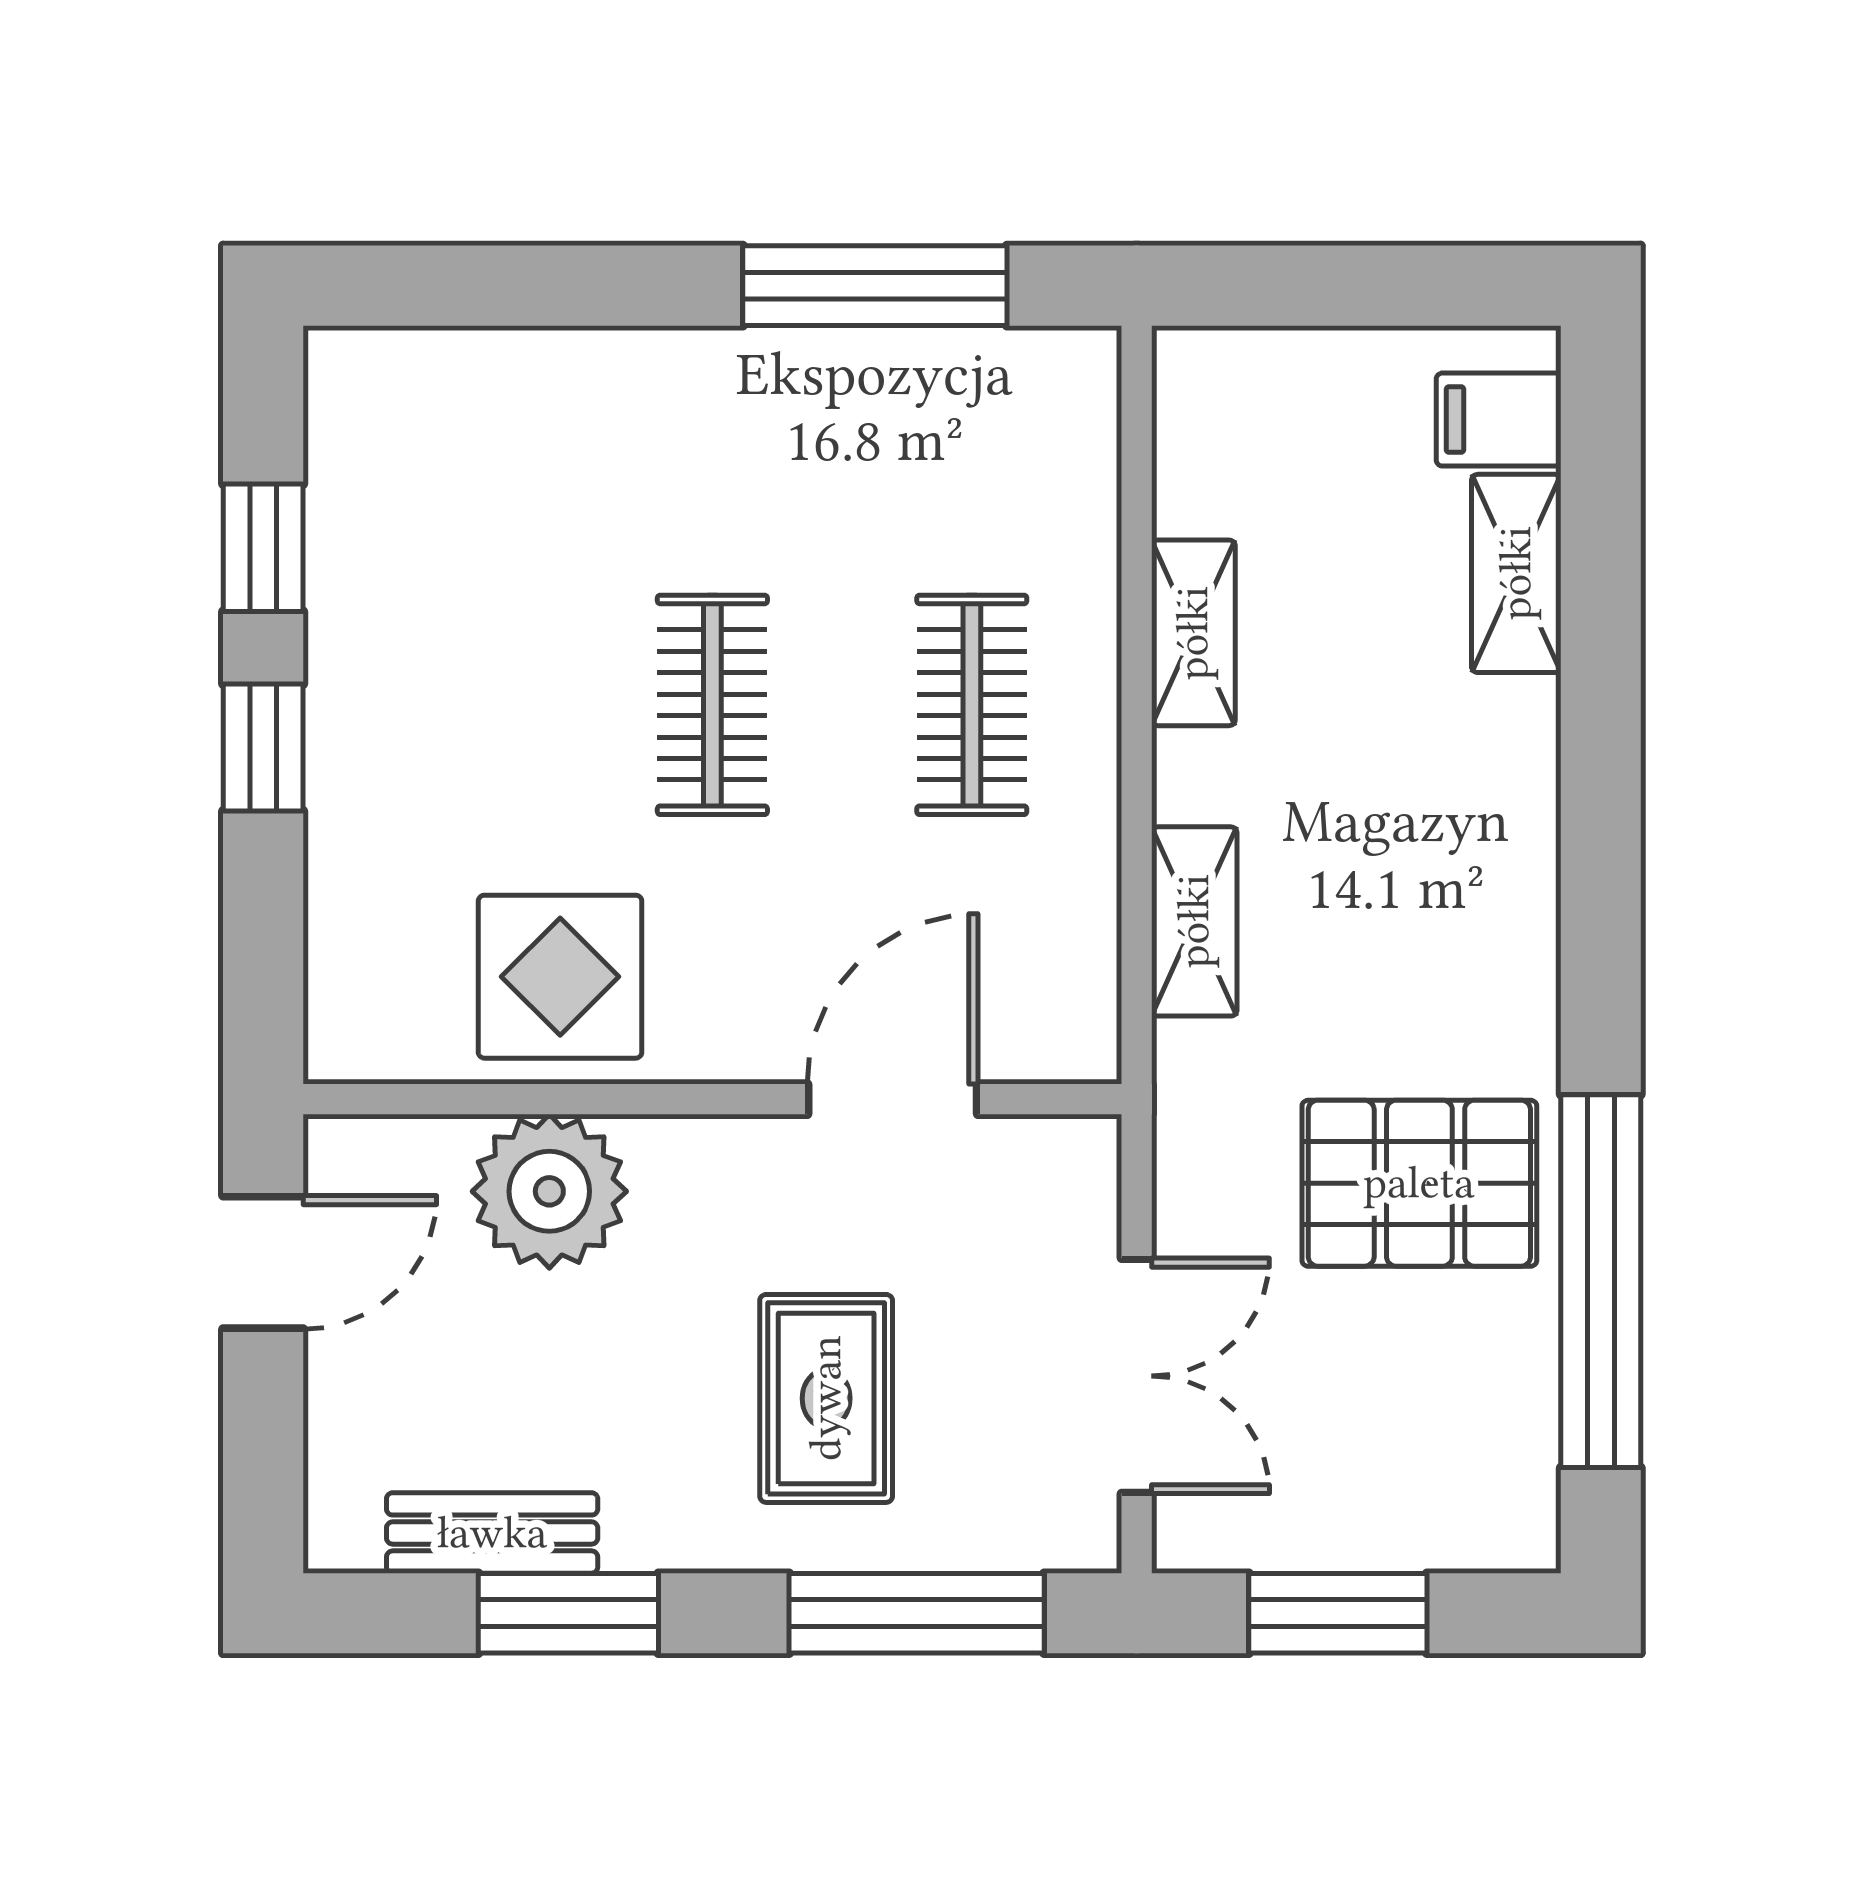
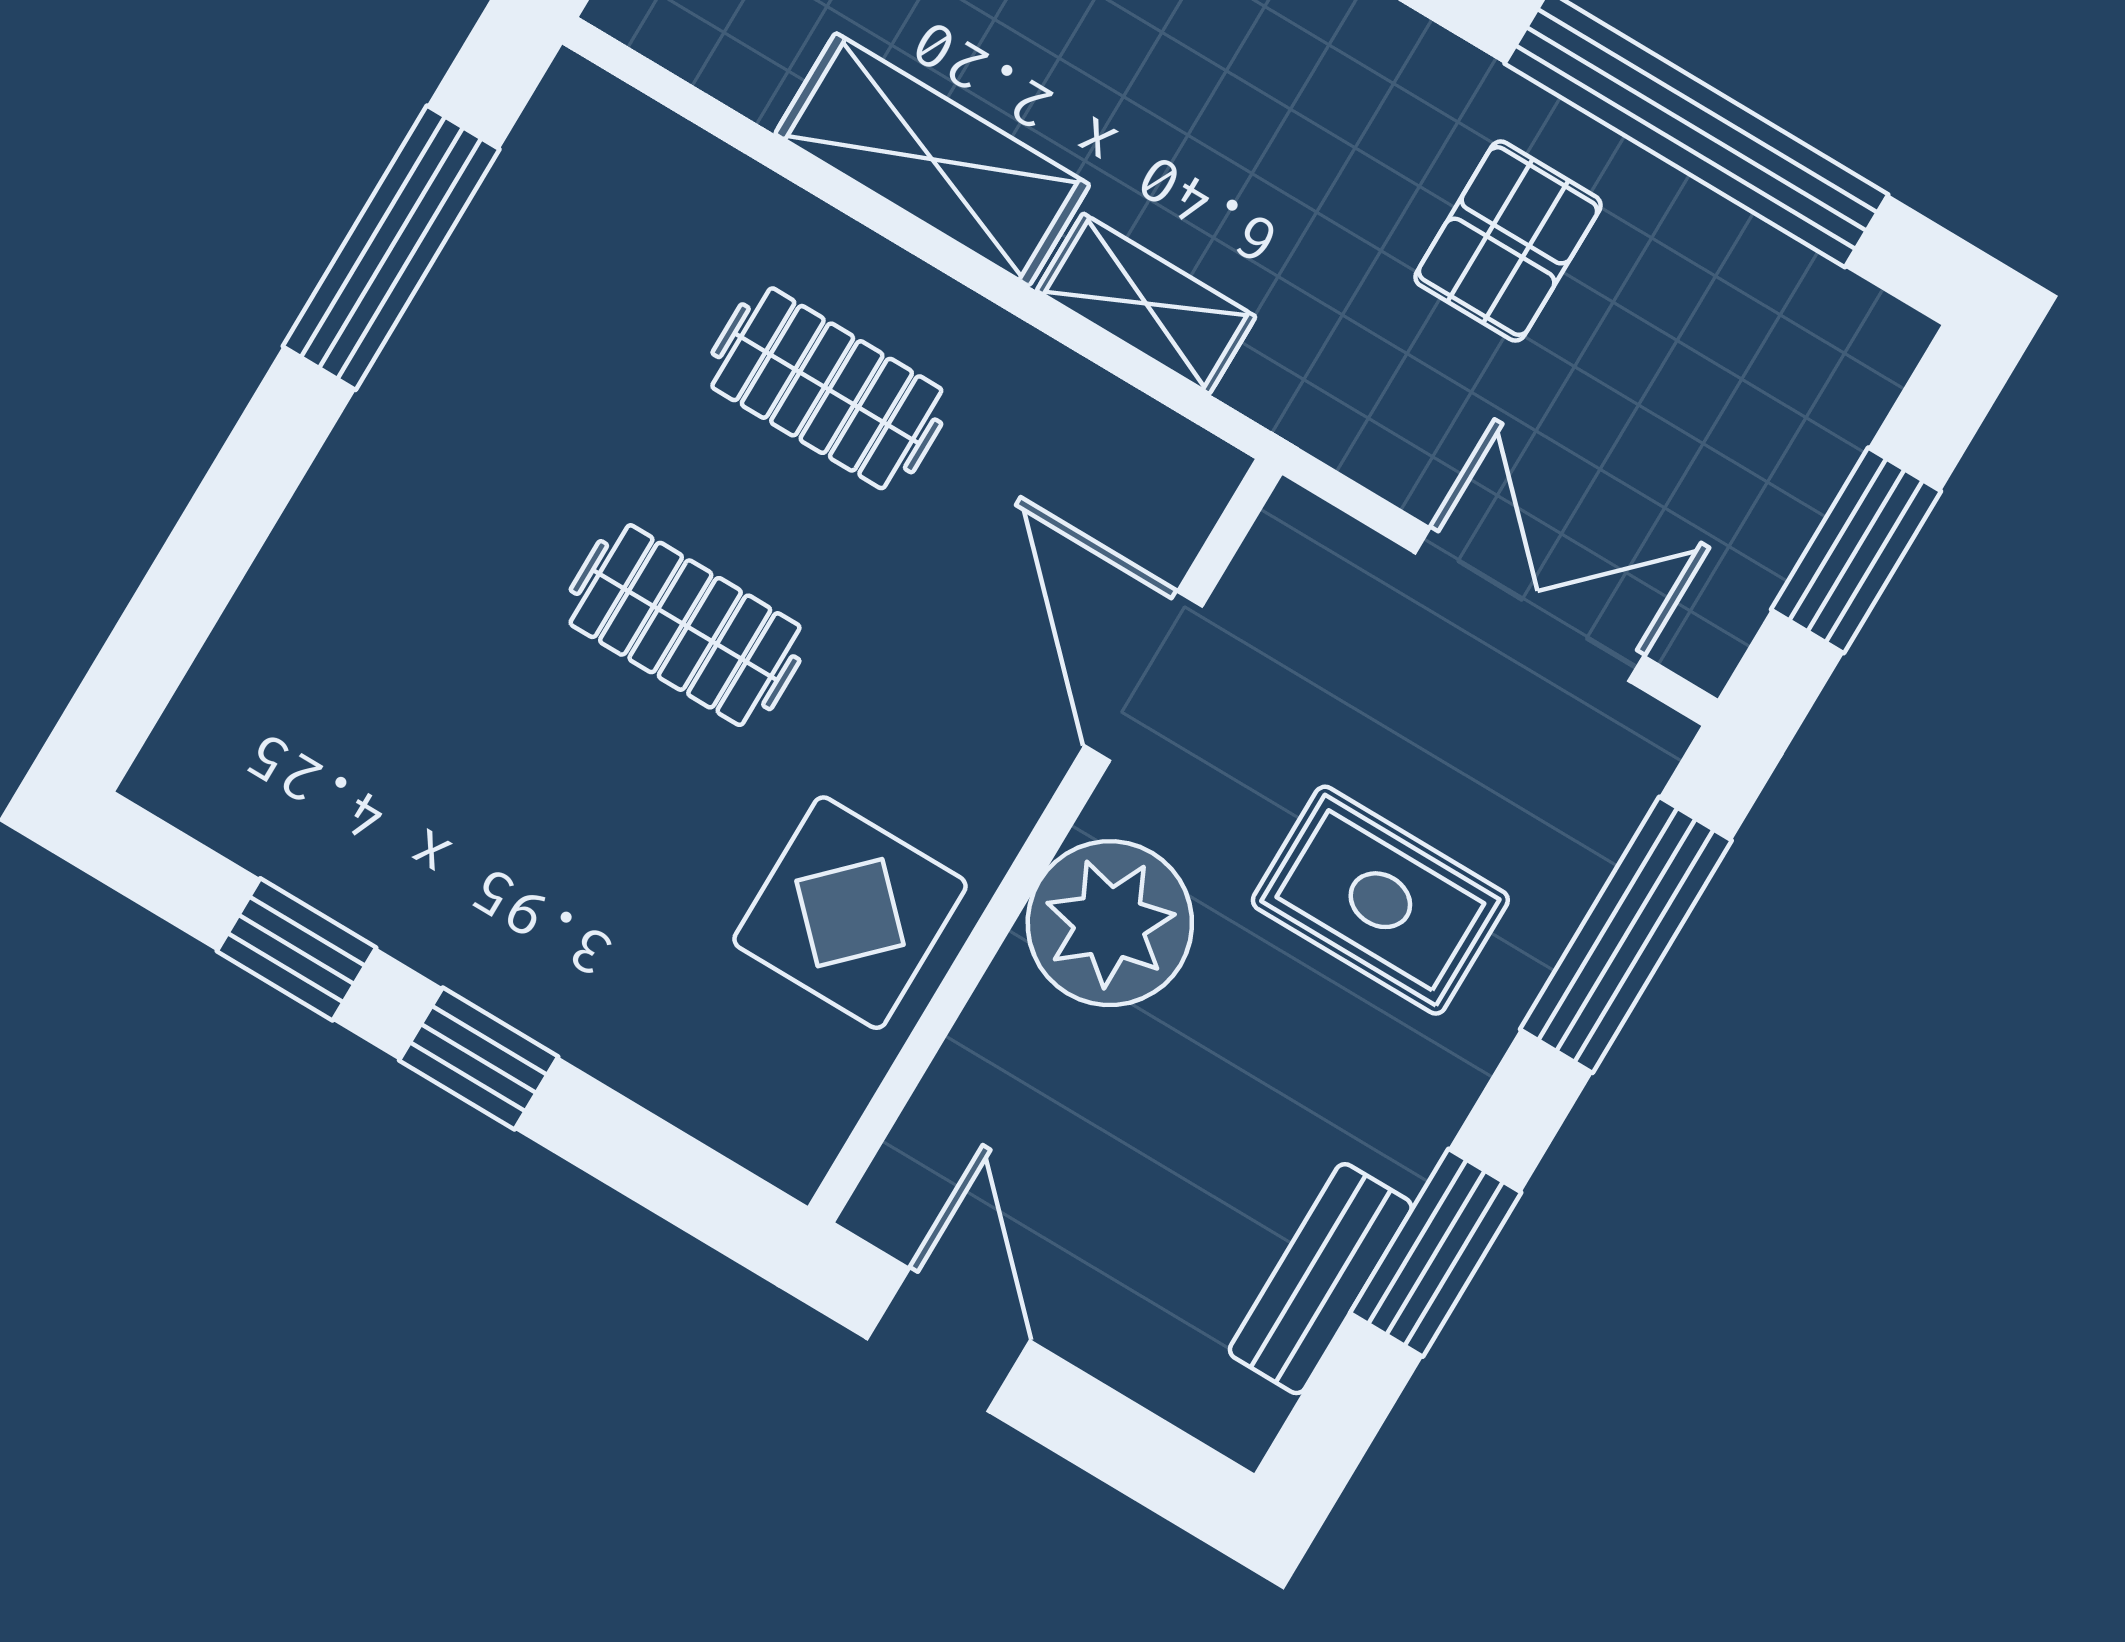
shelving: (1193, 633) -> (932, 159), width x1.50, depth x1.33
pallet: (1419, 1183) -> (1508, 241), width x0.67, depth x0.71
plant: (549, 1191) -> (1110, 923), moved

